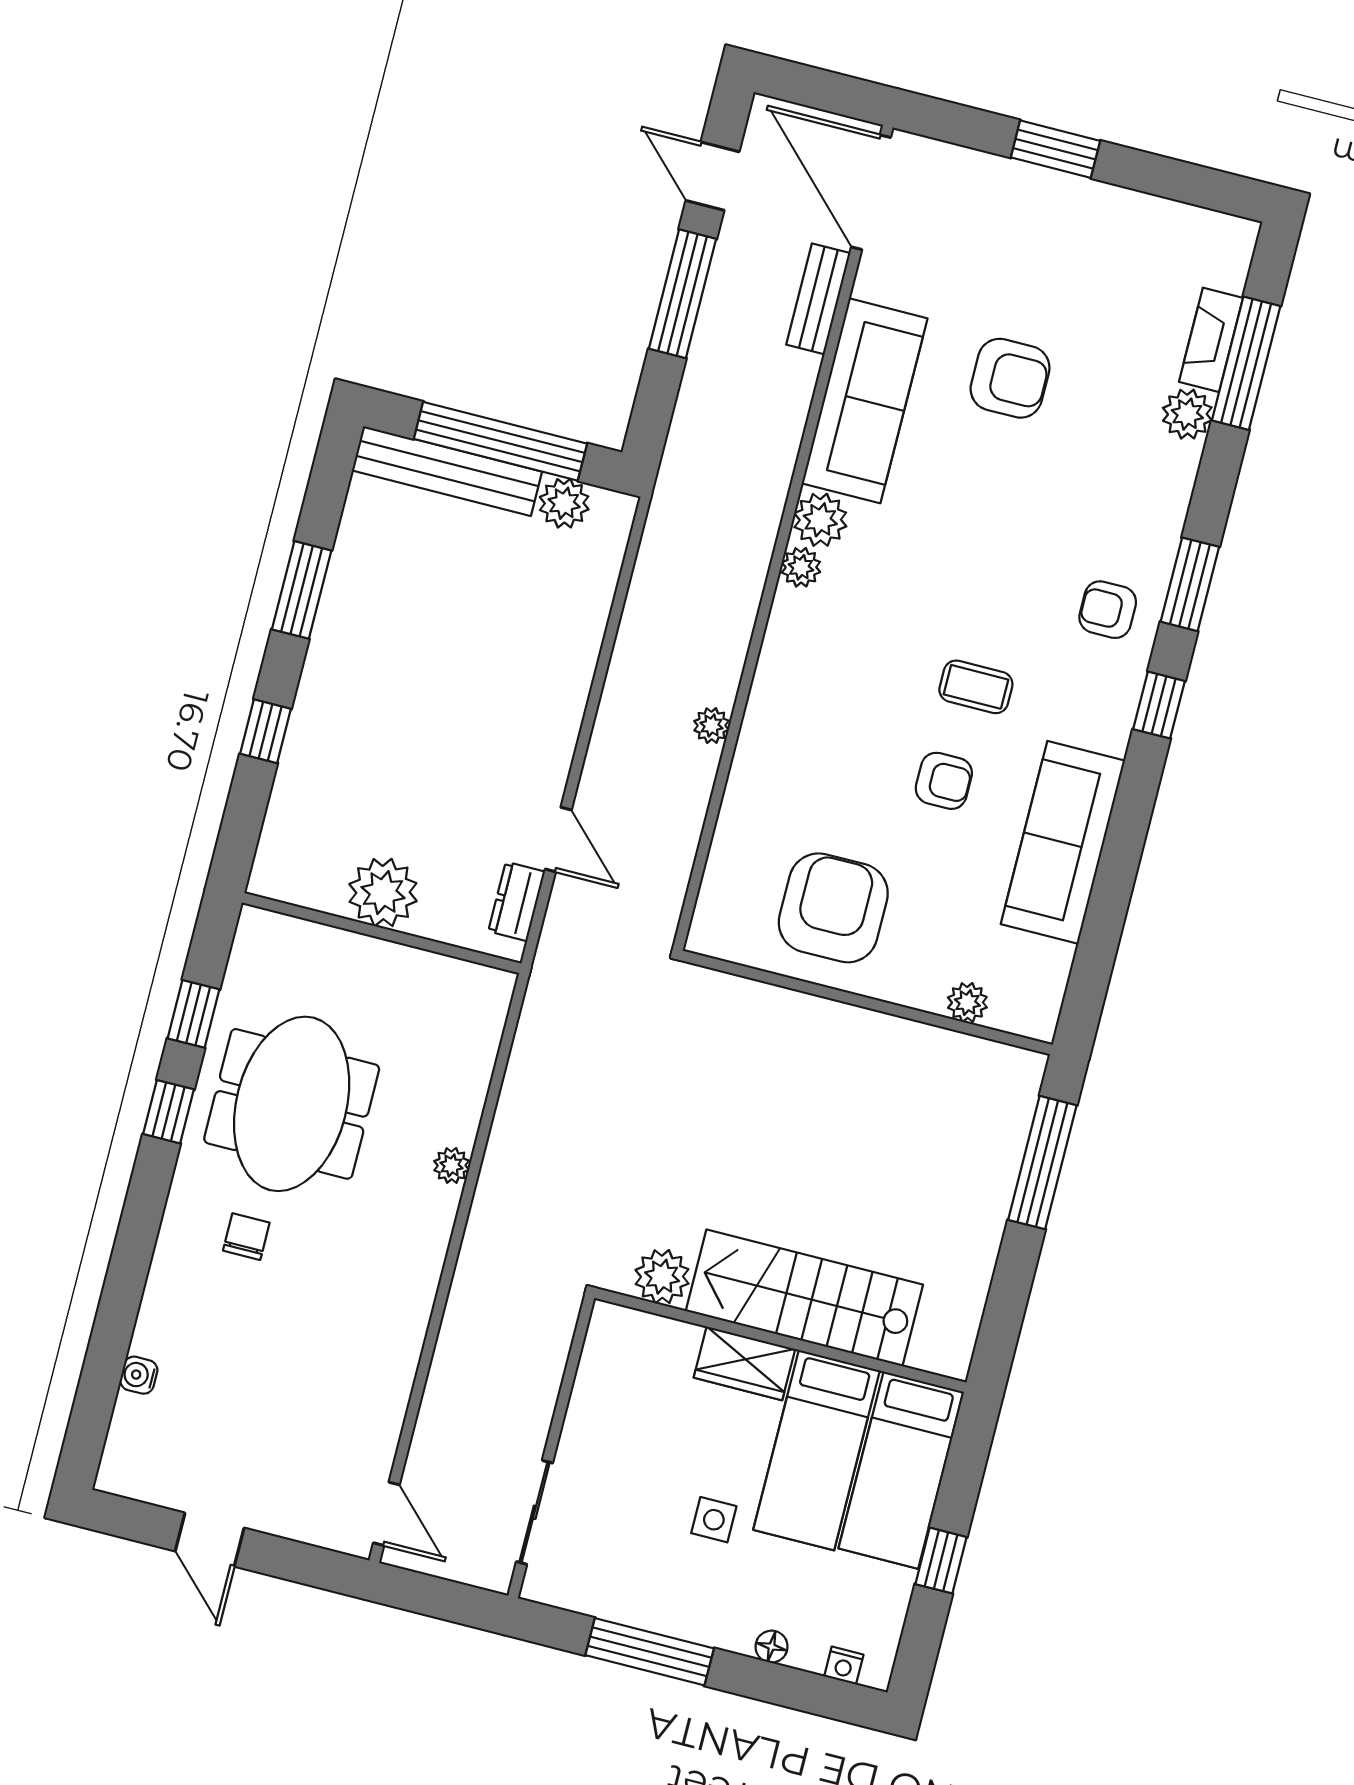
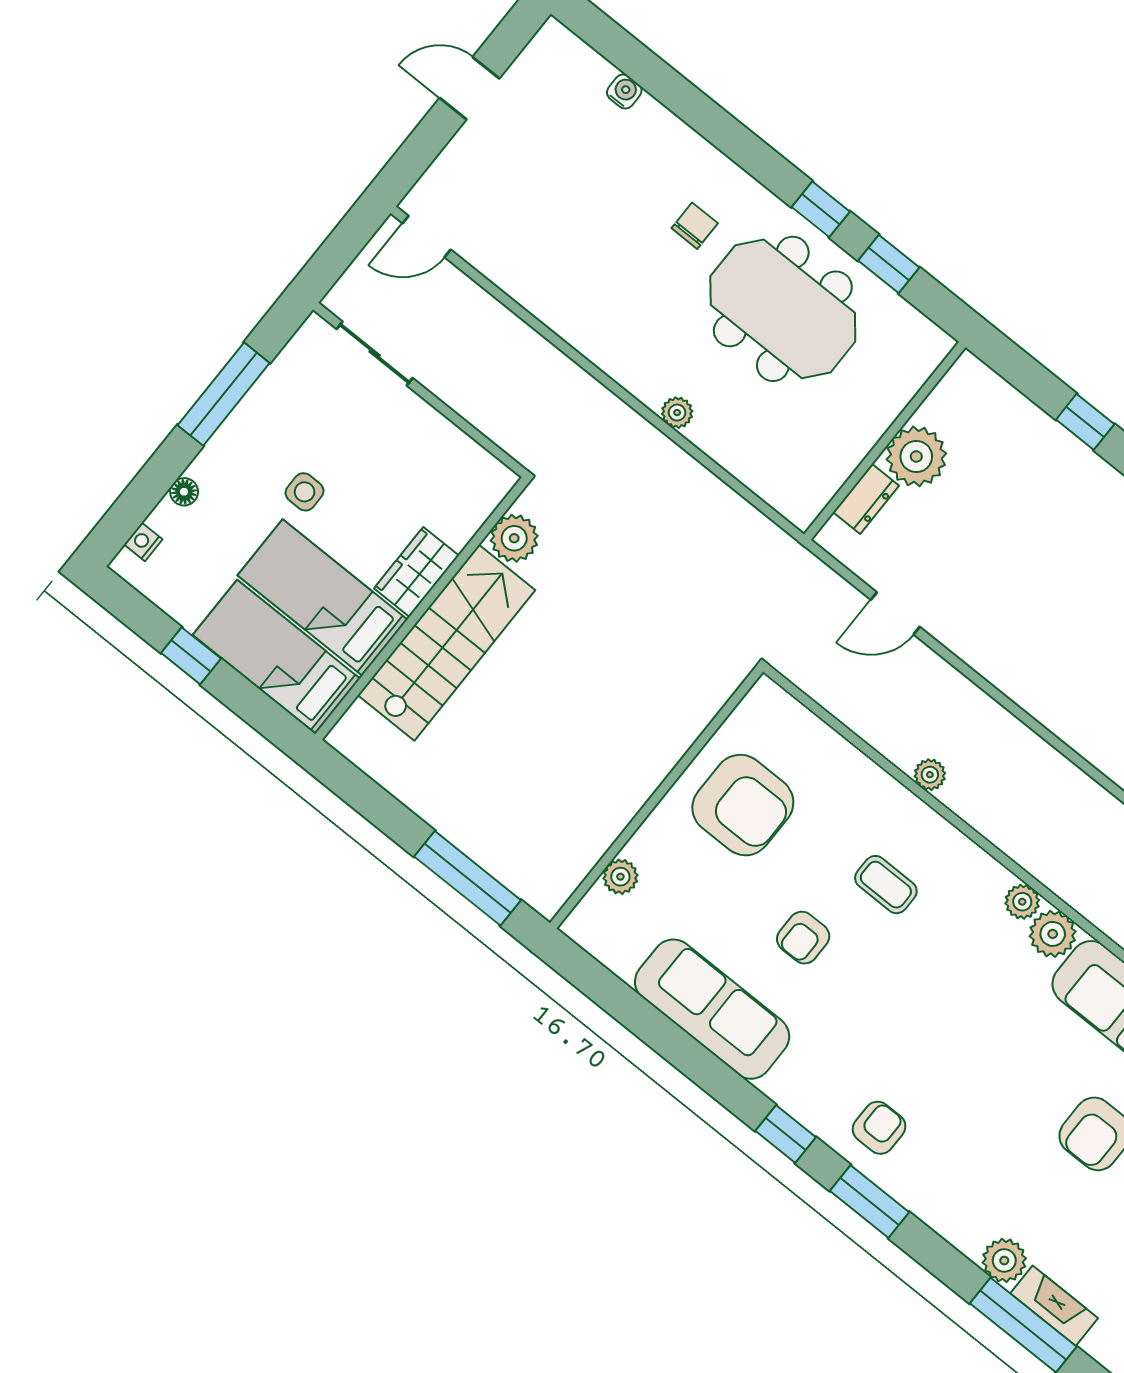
coffee table: (976, 687) -> (886, 885), moved, turned 90
dresser: (517, 901) -> (866, 499), moved, turned 90
chair: (246, 1237) -> (695, 226), turned -90

